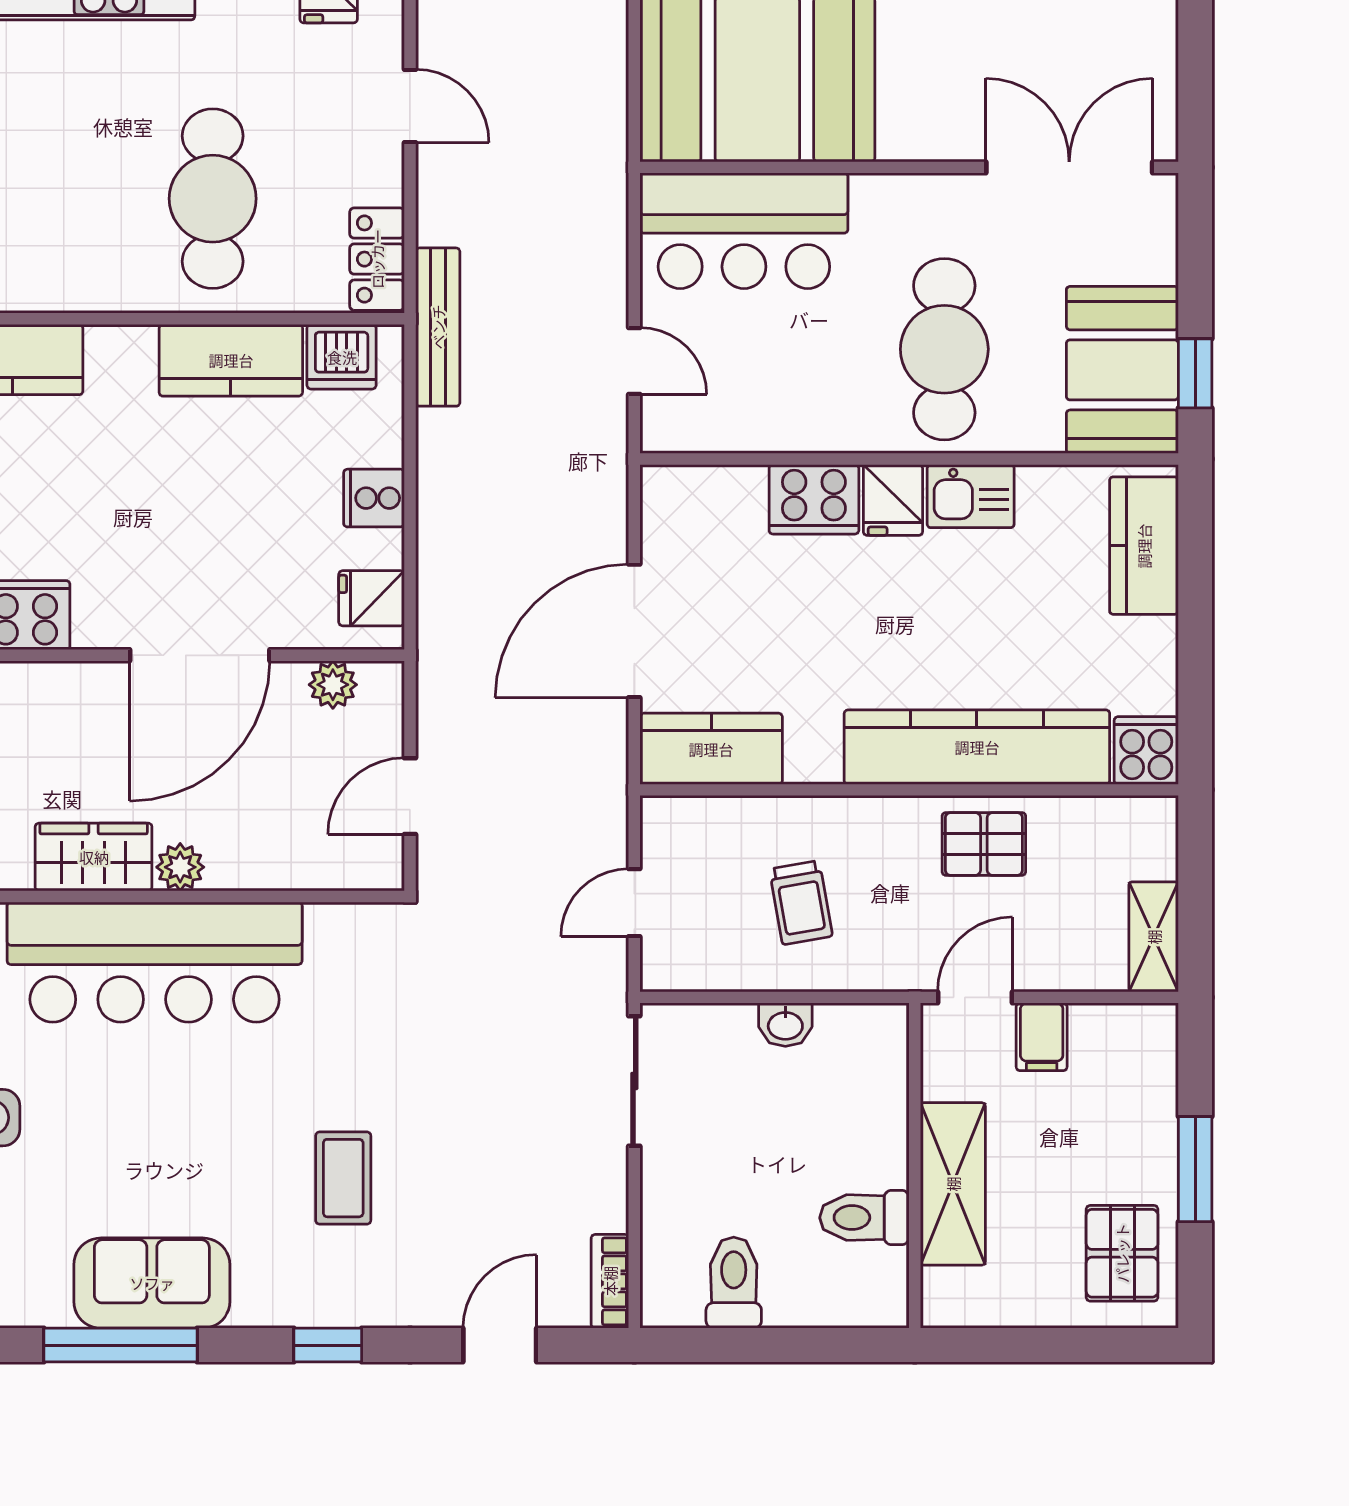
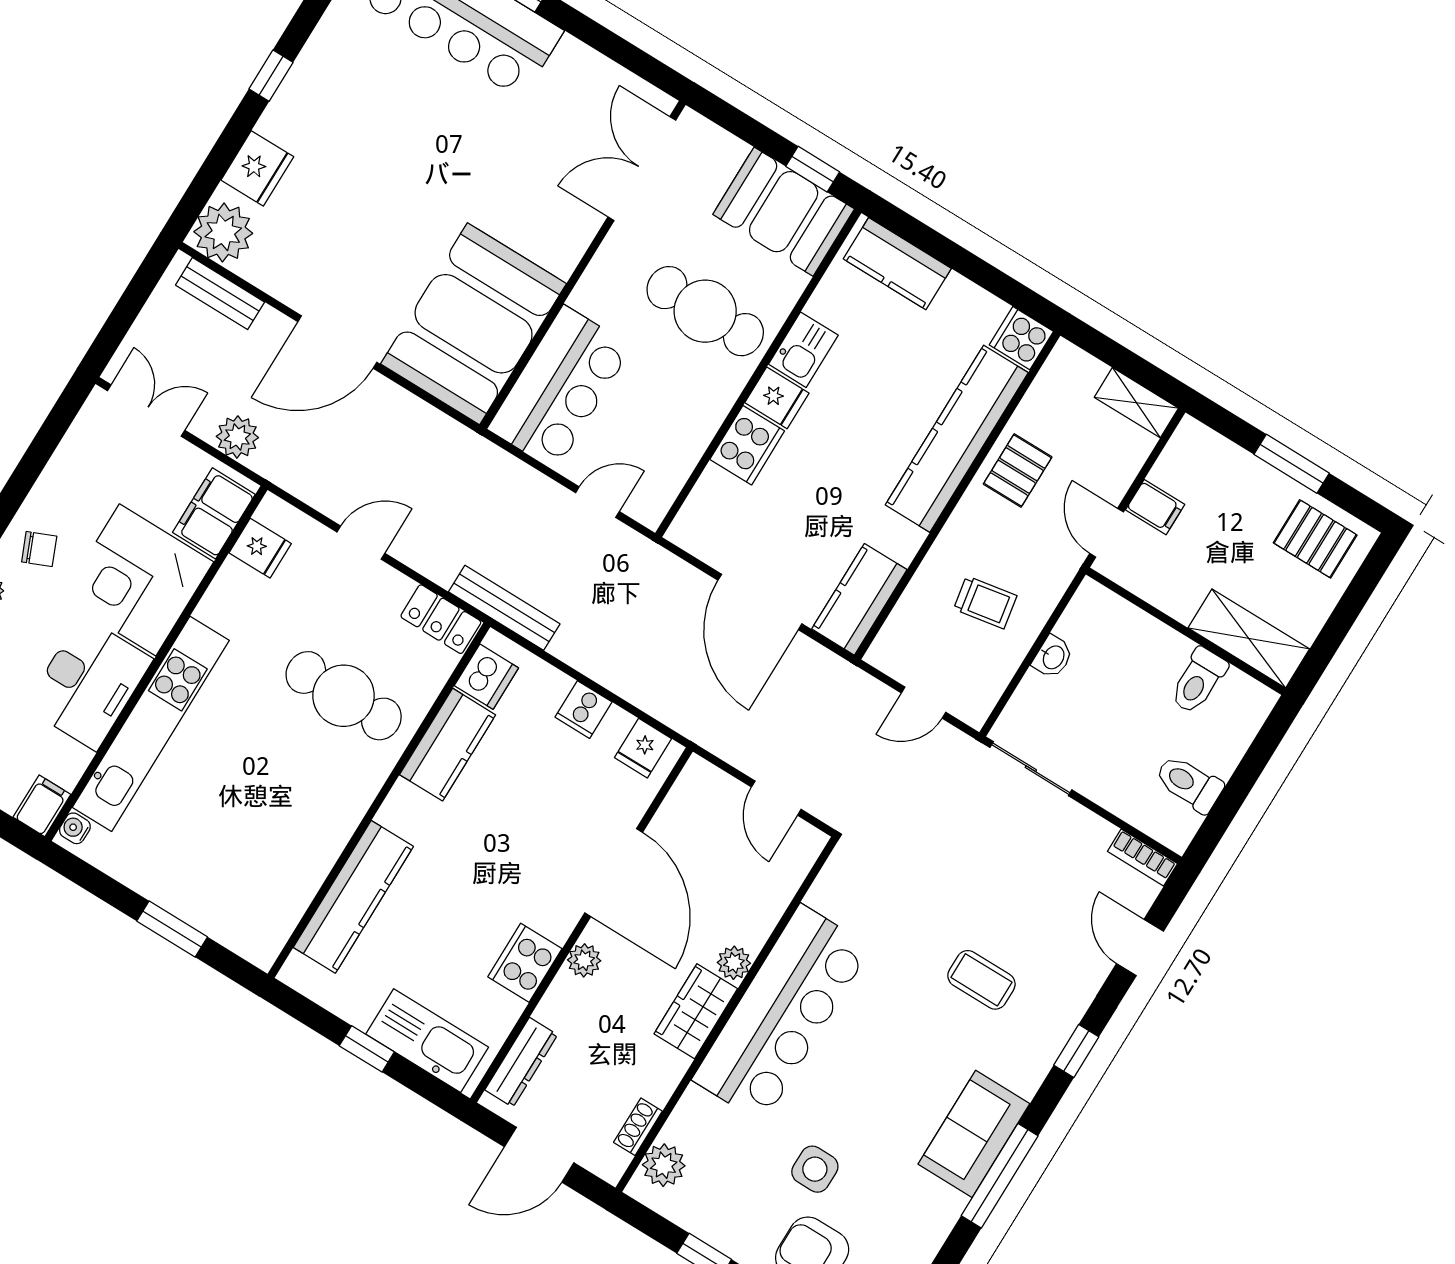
plant: (333, 685) -> (584, 960), moved
door: (634, 903) -> (924, 703), hinge flipped
shelving: (953, 1184) -> (1249, 638), moved

